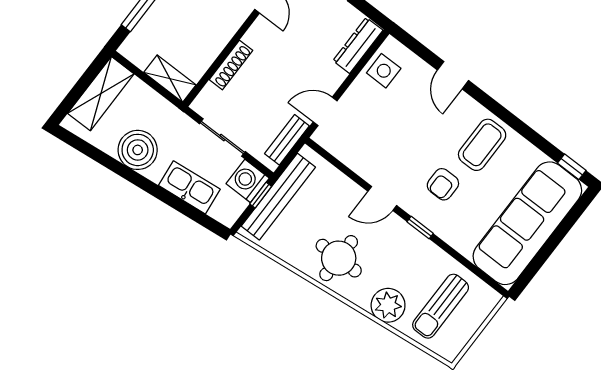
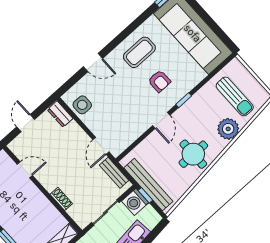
dresser: (358, 45) -> (60, 114), width x0.70
shoe rack: (231, 65) -> (61, 199), width x0.70
coffee table: (482, 145) -> (139, 52), turned 90

